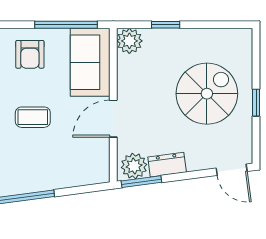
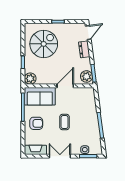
spiral stairs: (207, 94) -> (44, 44), moved, turned 90
door: (113, 119) -> (65, 86), swing flipped
dresser: (167, 165) -> (84, 49), moved

